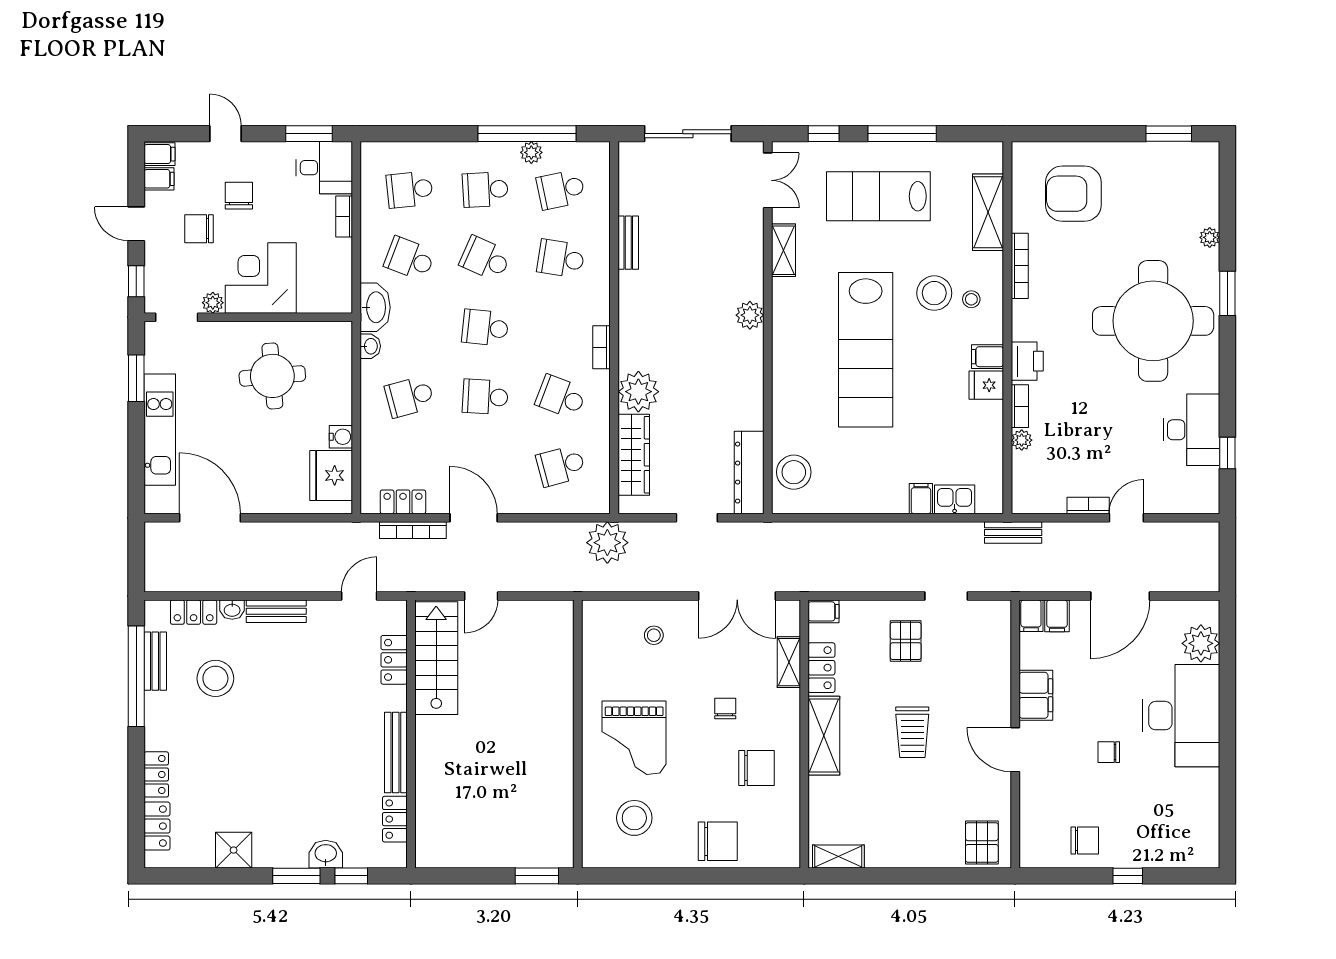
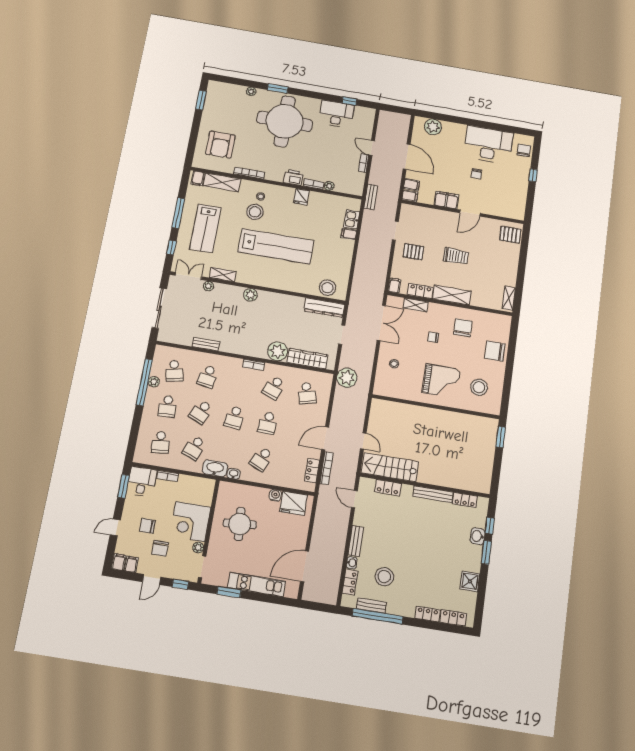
plant: (753, 225) -> (208, 286), added
filing cabinet: (988, 357) -> (198, 178), moved
school desk: (410, 397) -> (262, 459), turned 39
desk: (1181, 716) -> (488, 145), moved
chair: (718, 841) -> (495, 351), turned -90
chair: (1085, 841) -> (524, 150), moved

